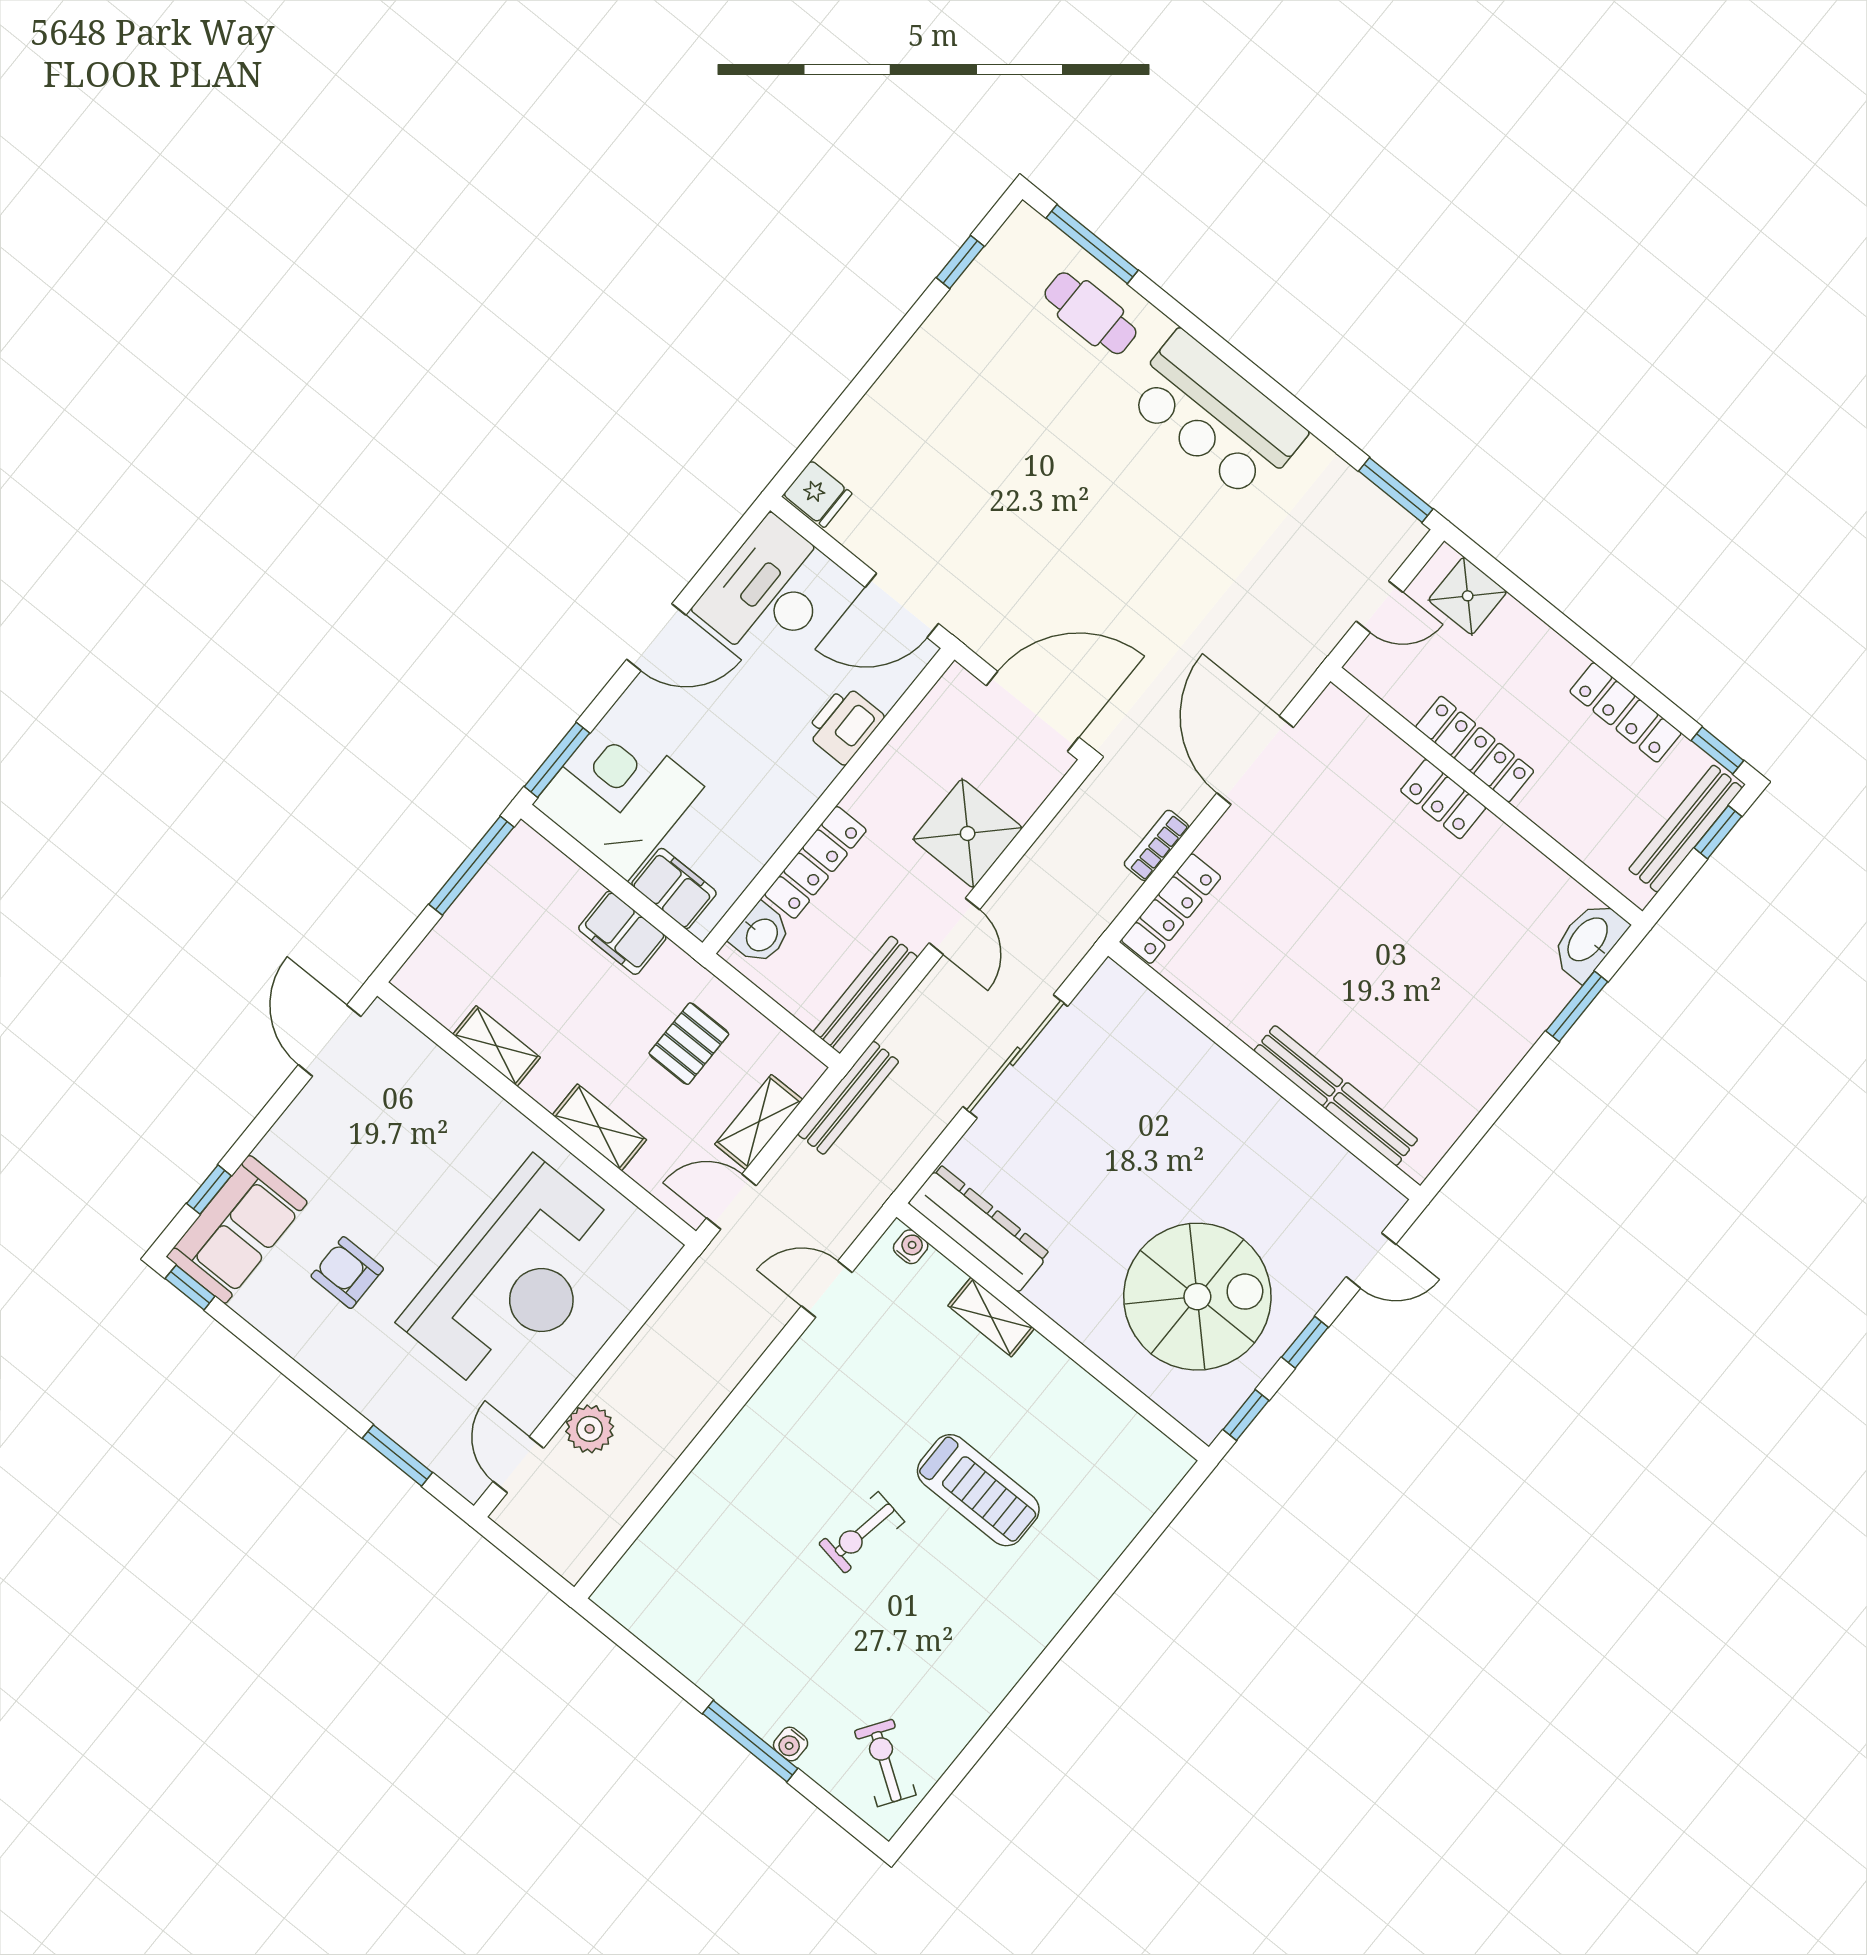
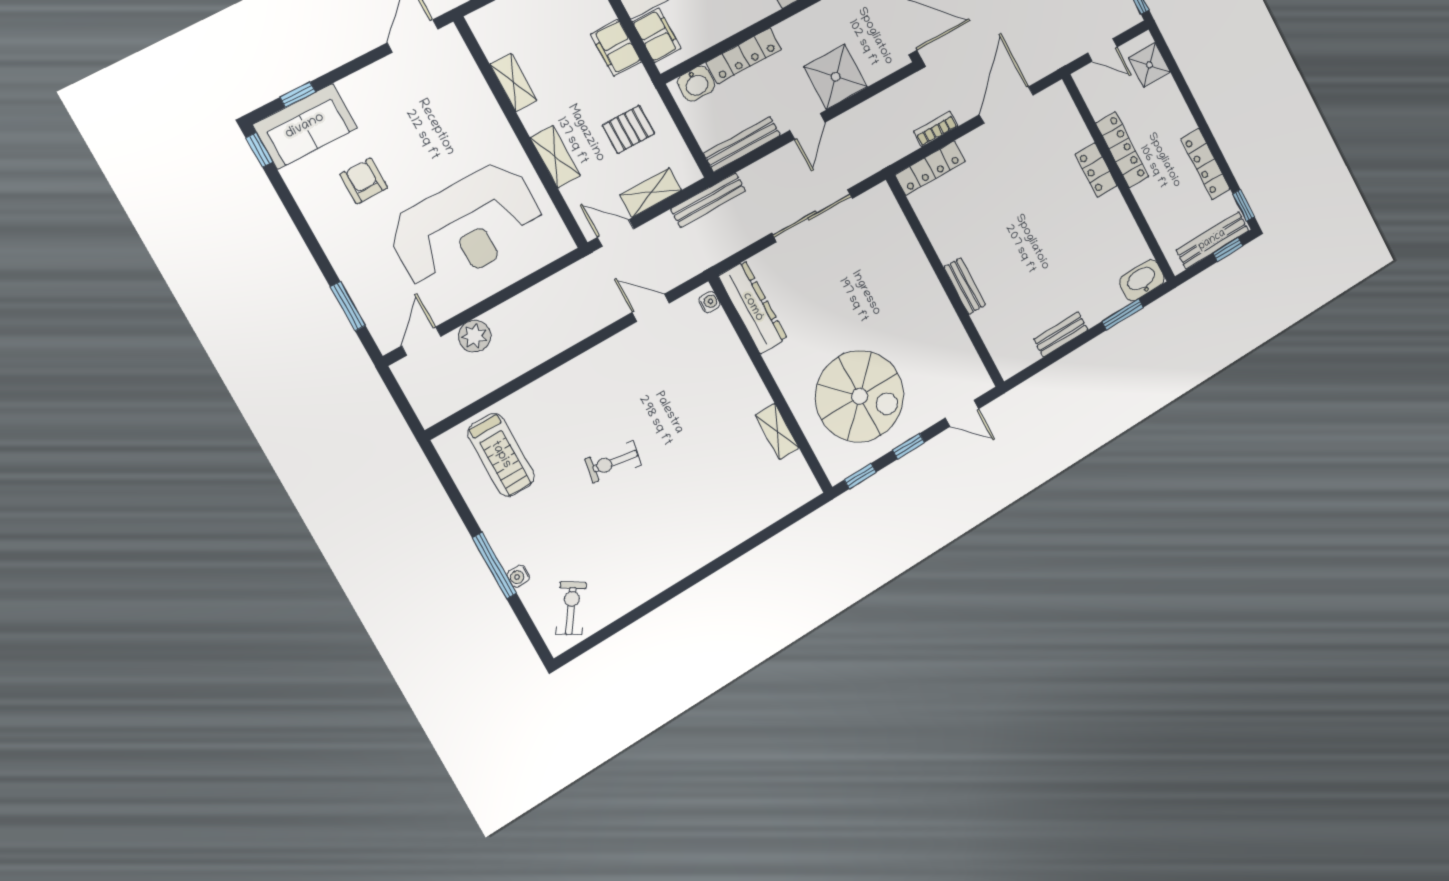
bench: (1372, 1124) -> (1061, 334), moved, turned 90
shelving: (991, 1317) -> (777, 432), moved
treadmill: (978, 1490) -> (501, 455), moved

